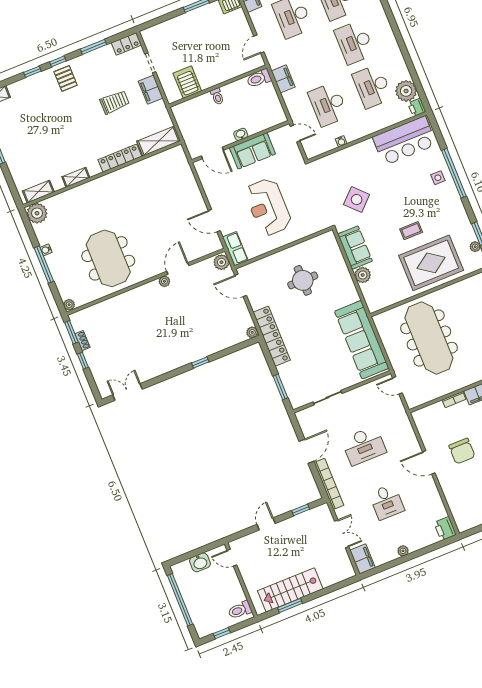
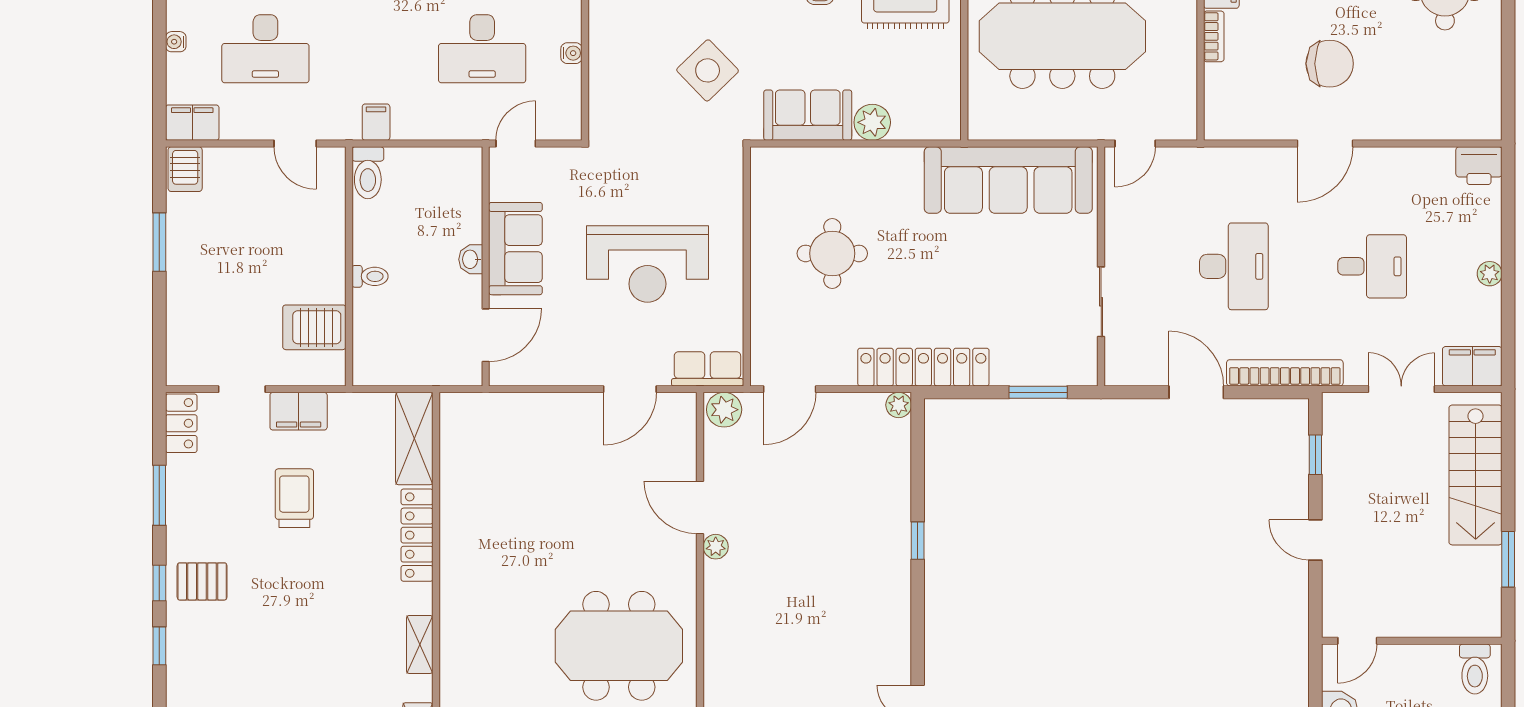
filing cabinet: (283, 79) -> (376, 122), width x0.50
stairs: (290, 590) -> (1476, 475), moved

